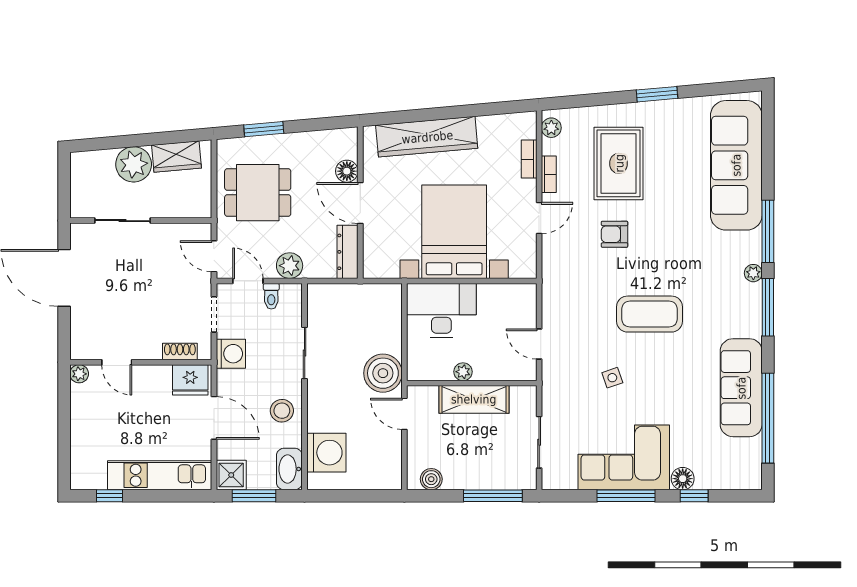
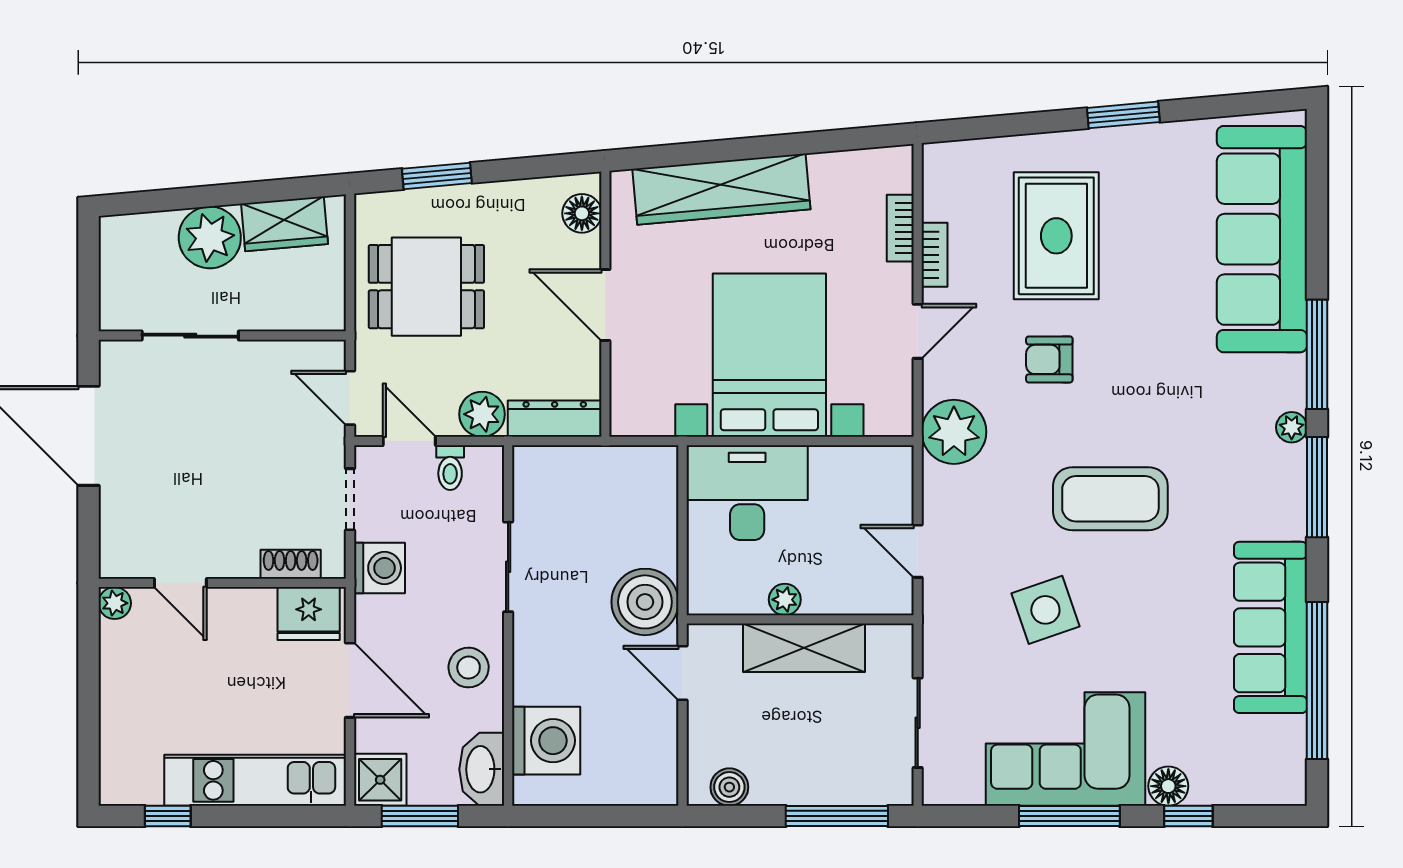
plant: (551, 128) -> (954, 432), moved, width x1.87, depth x1.87
floor lamp: (347, 171) -> (582, 213), moved
dresser: (347, 252) -> (555, 419), moved, turned 90
side table: (612, 378) -> (1045, 610), width x1.87, depth x1.87

